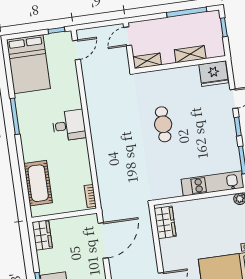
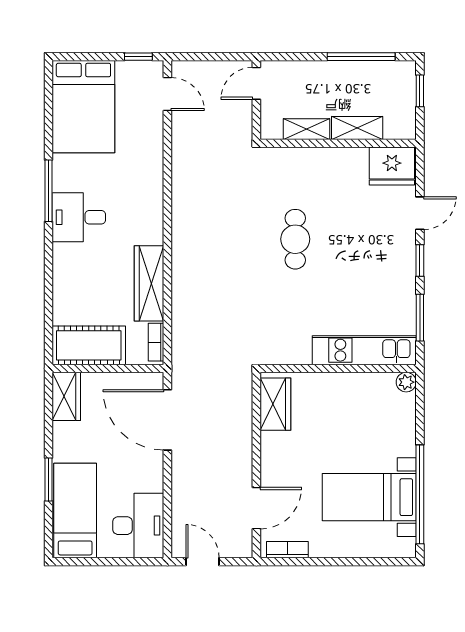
door: (76, 50) -> (167, 94), hinge flipped
shelving: (147, 61) -> (306, 129), moved
desk: (69, 125) -> (79, 217), moved, turned 180
wardrobe: (81, 162) -> (149, 283), added
cot: (38, 183) -> (89, 345), moved, turned 90
door: (103, 240) -> (167, 420), swing flipped

